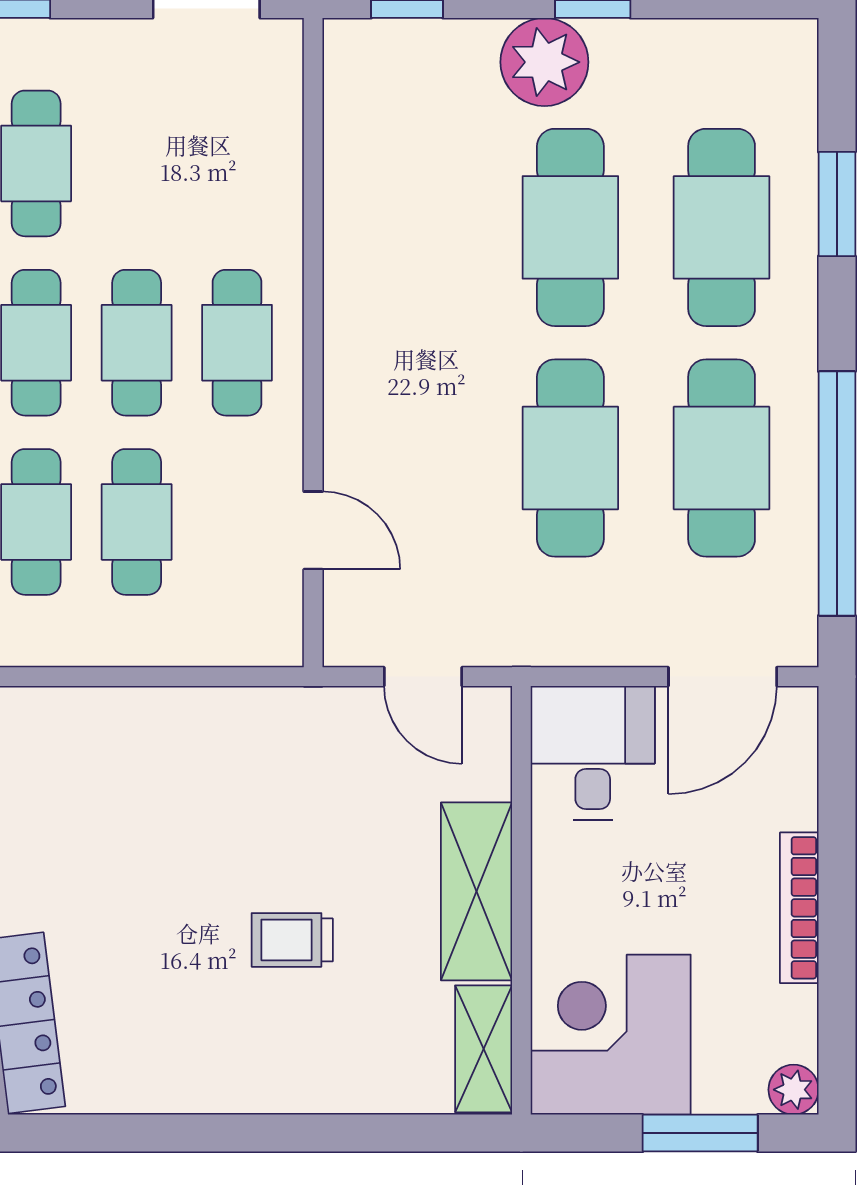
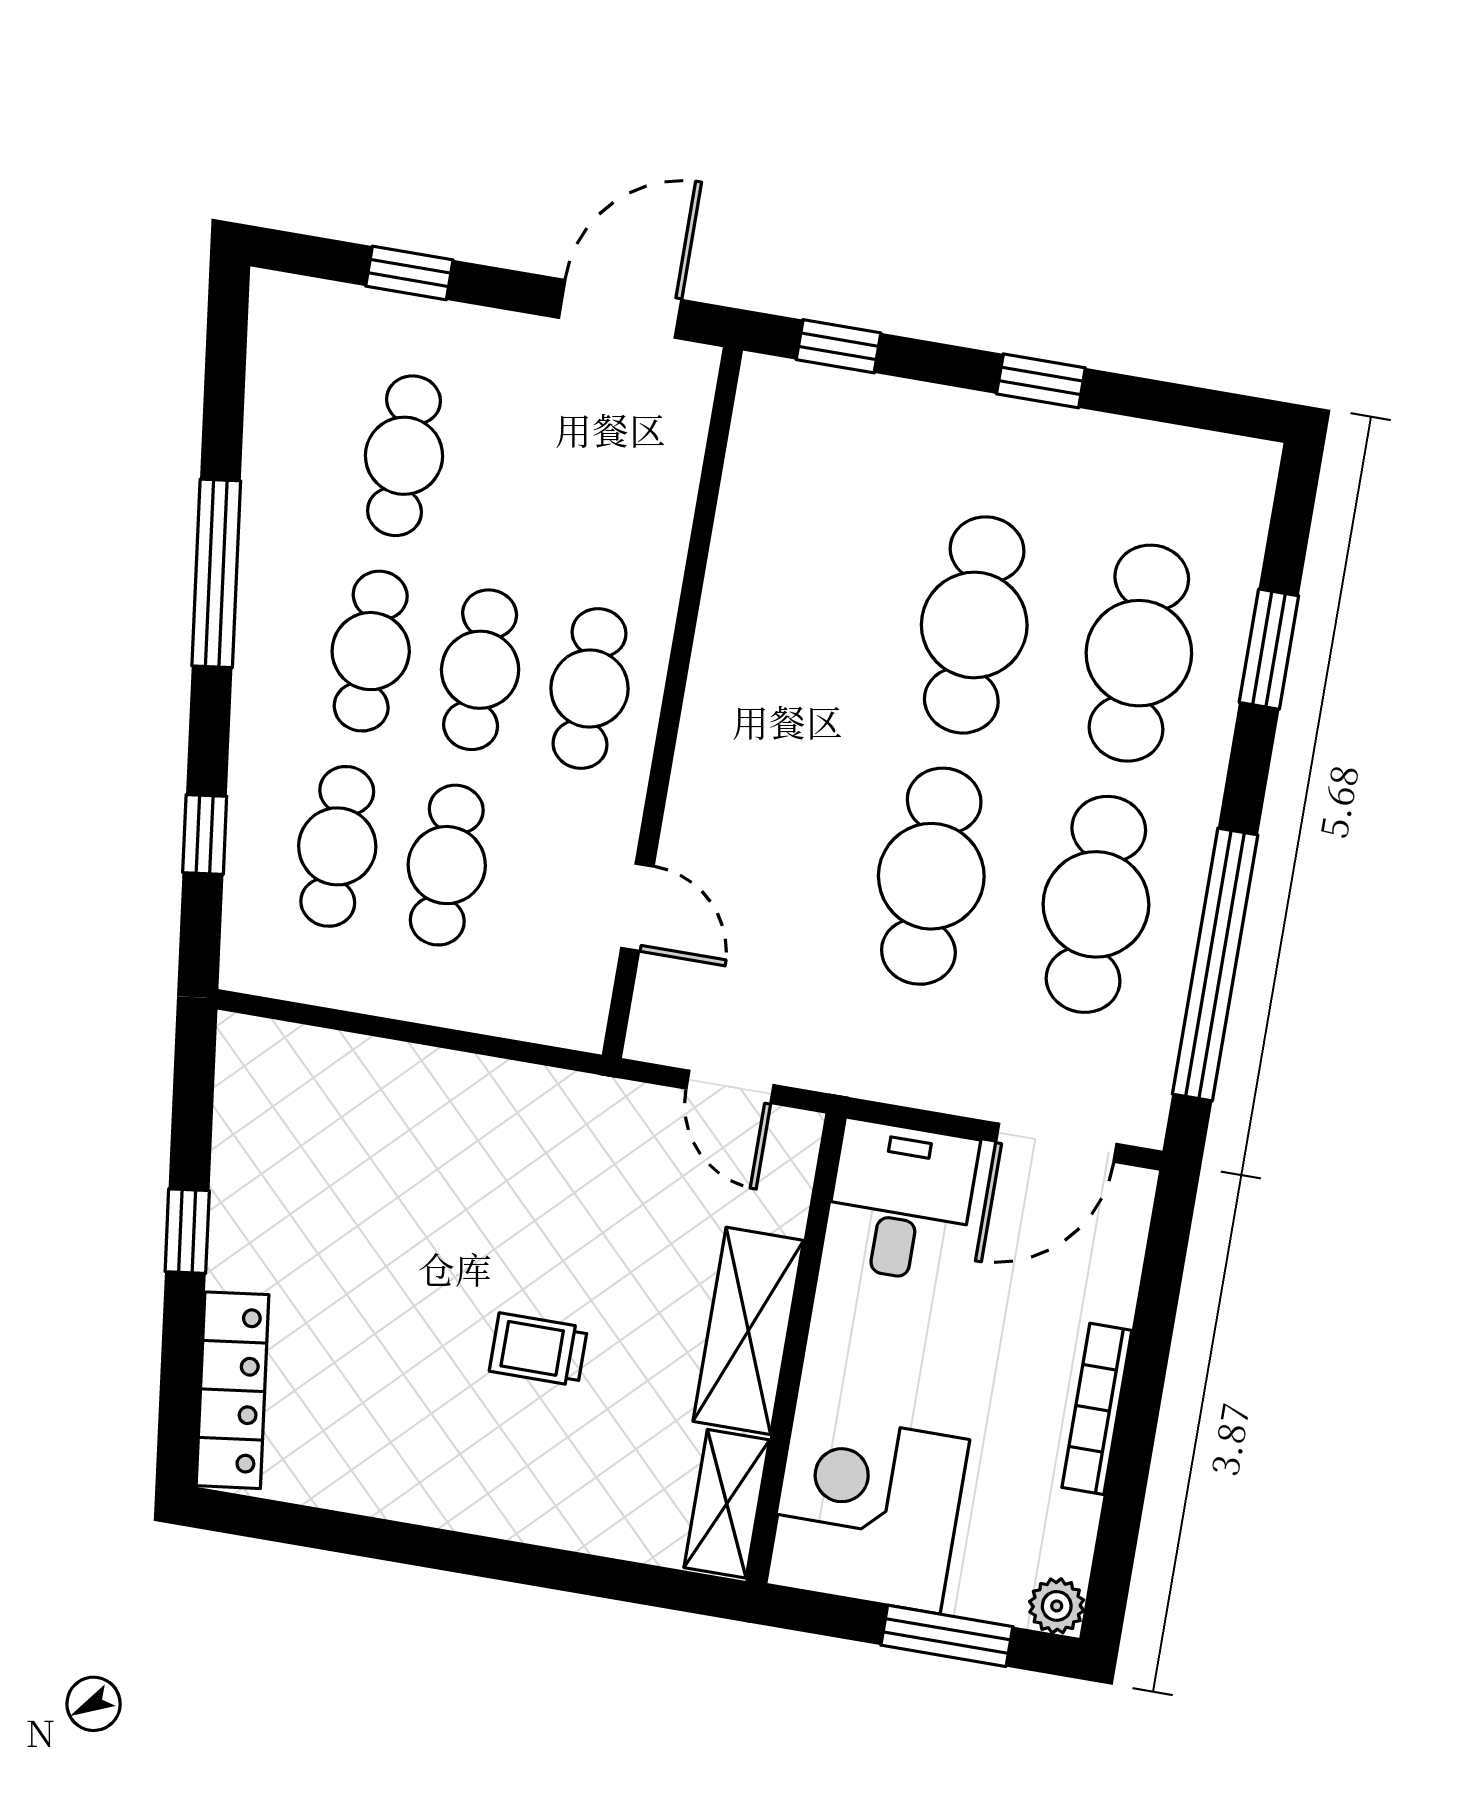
plant: (544, 62) -> (977, 440), removed

